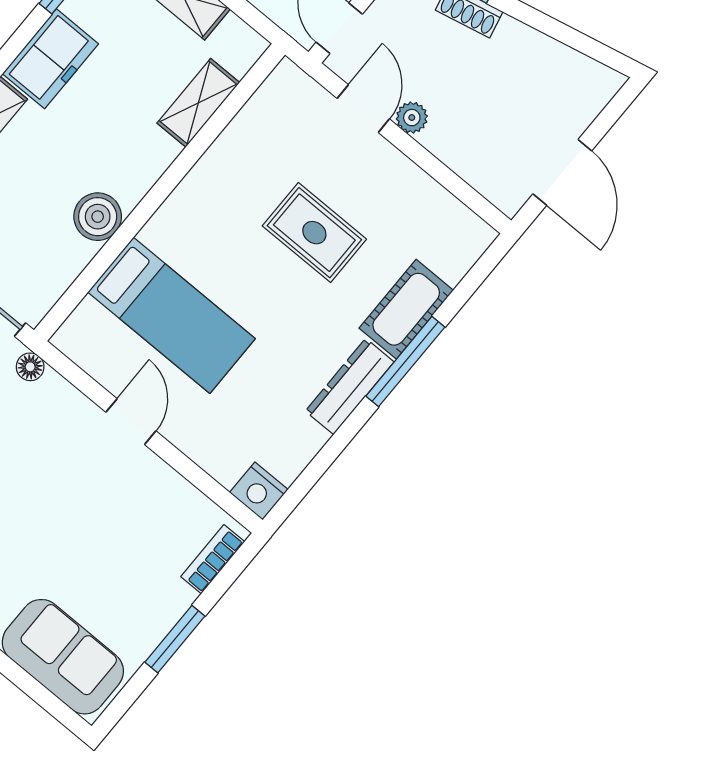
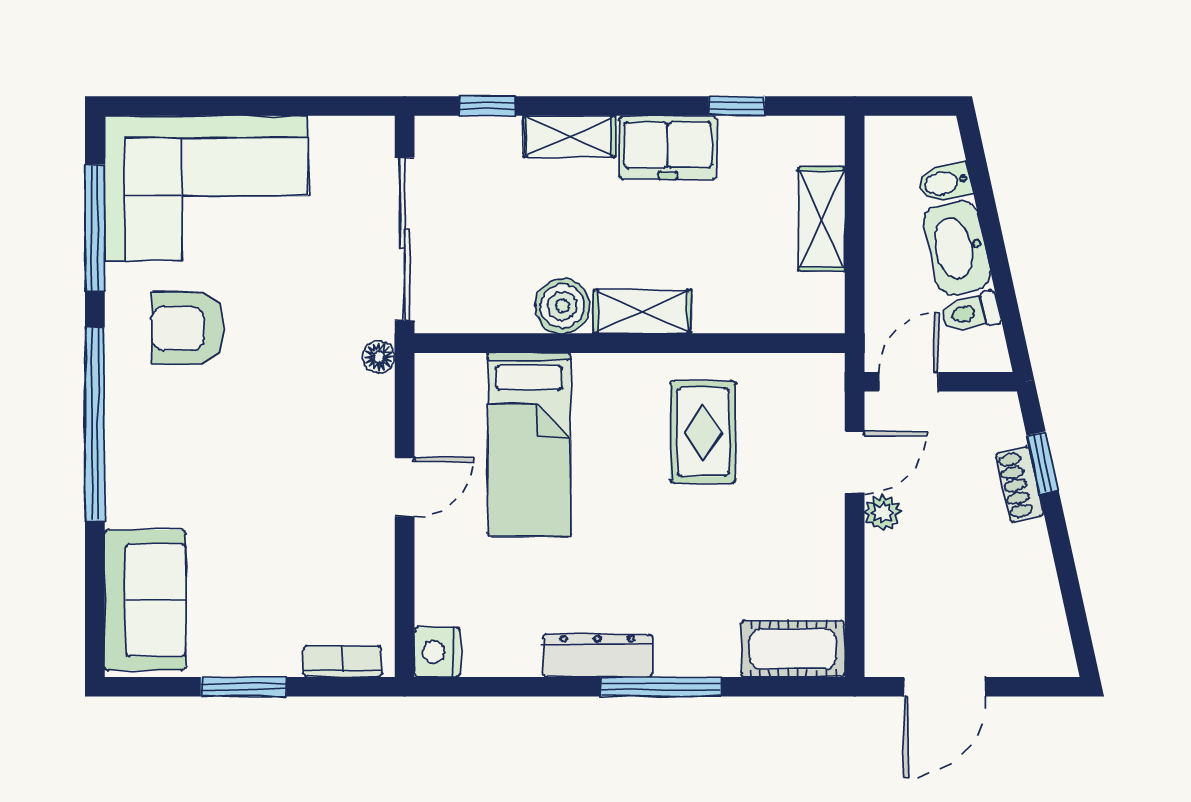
shelving: (198, 103) -> (642, 311), moved
rug: (314, 233) -> (703, 432), moved
cot: (406, 309) -> (793, 649), moved

